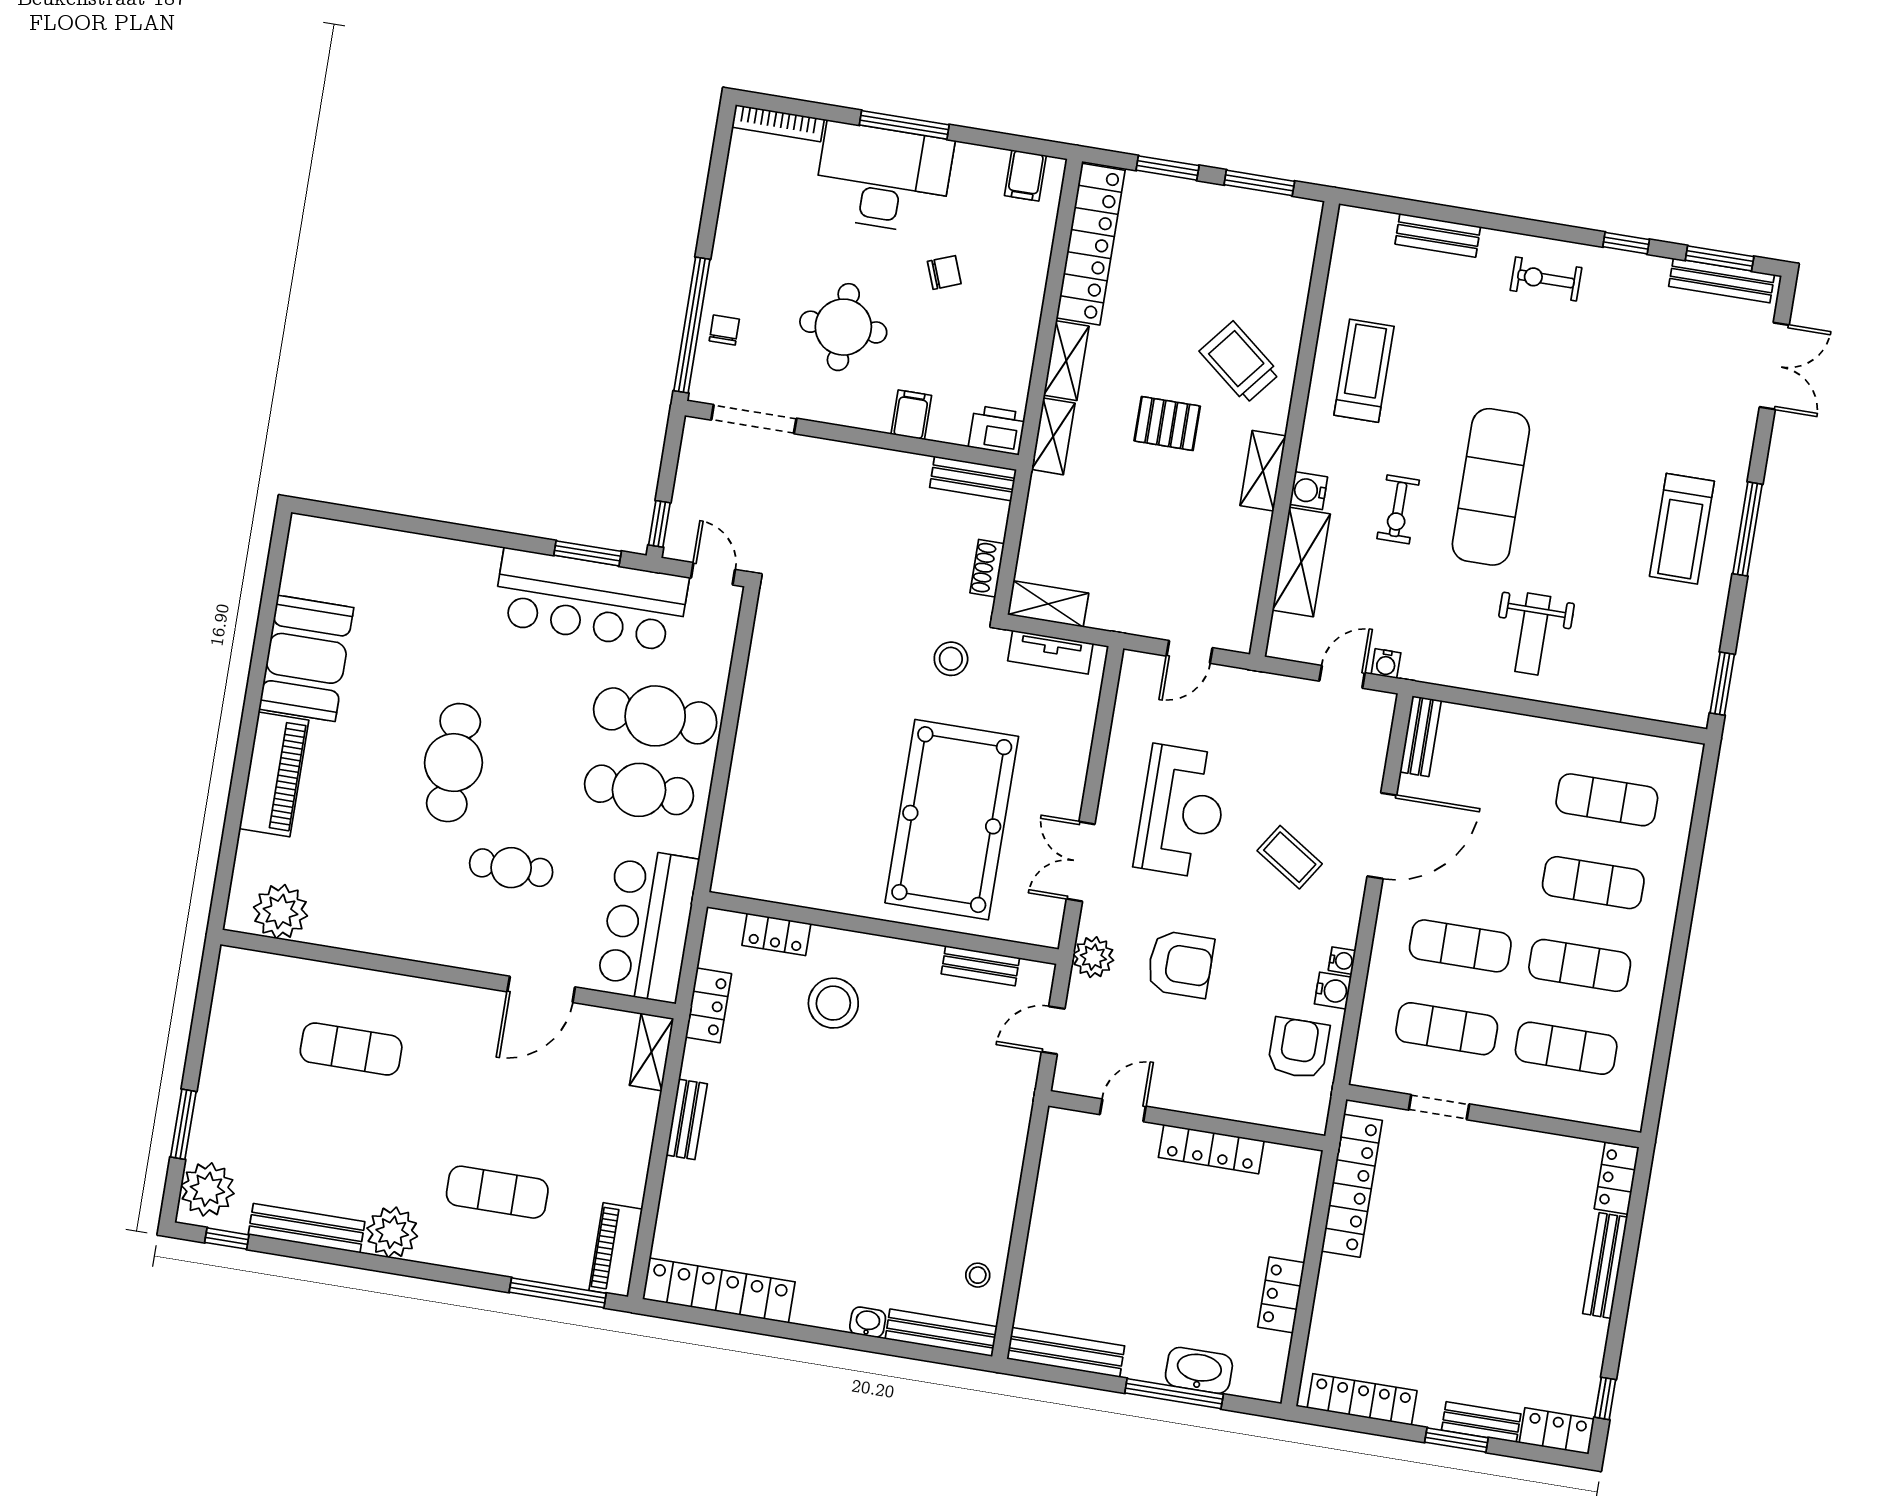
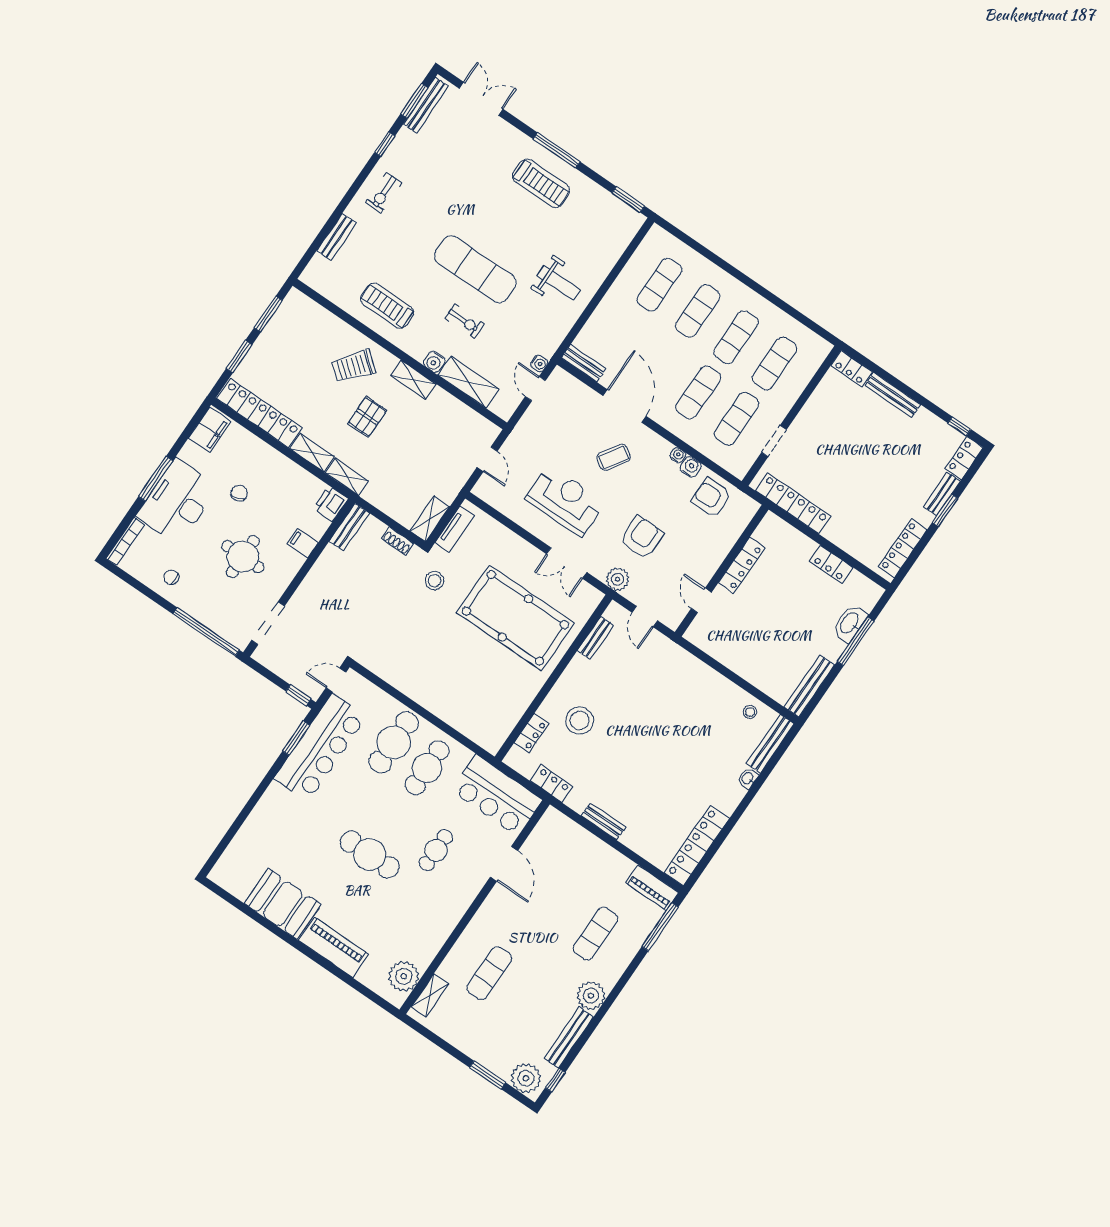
filing cabinet: (1025, 175) -> (210, 430), width x2.00
chair: (724, 330) -> (171, 577), moved
shelving: (651, 1052) -> (430, 995), moved, turned 90

